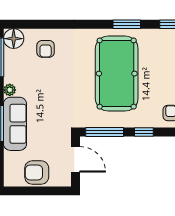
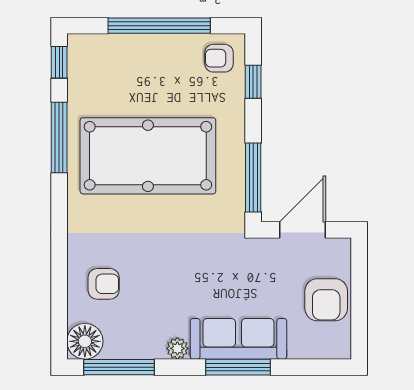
window: (127, 24) -> (59, 138), width x1.44
window: (144, 132) -> (253, 82), moved

